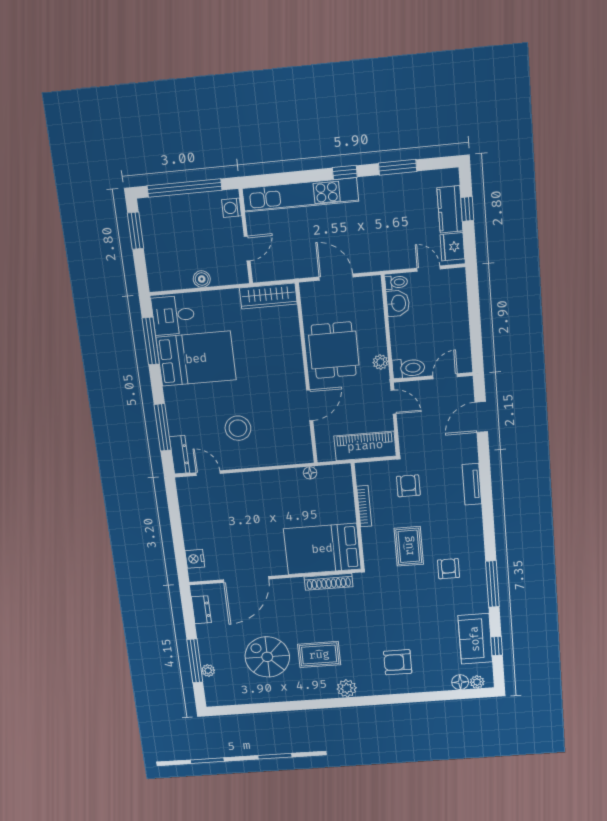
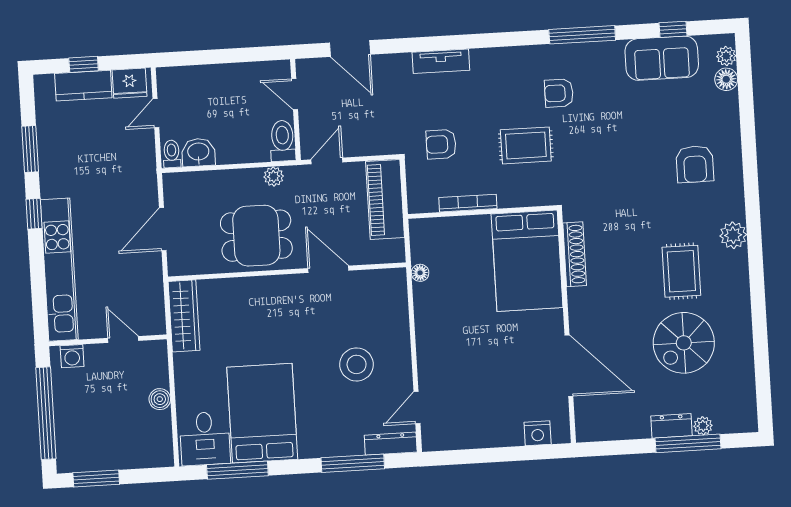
dresser: (201, 610) -> (672, 426), moved

